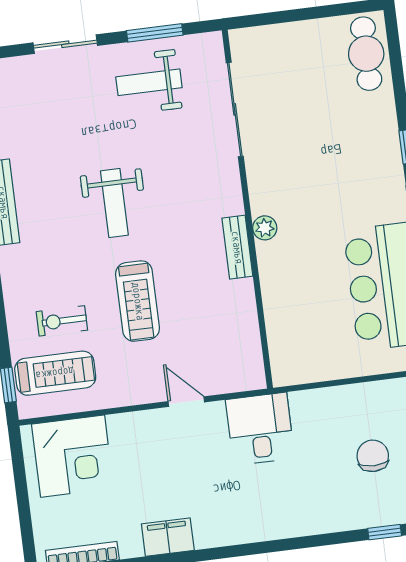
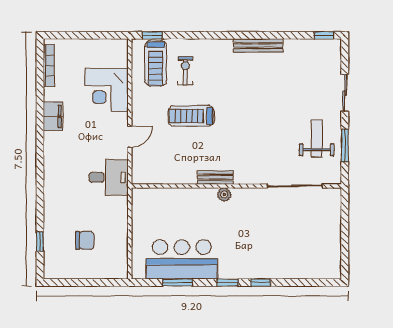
cafe table: (366, 54) -> (317, 266), removed
weight bench: (114, 203) -> (250, 110), removed
corner desk: (73, 456) -> (107, 90), moved

